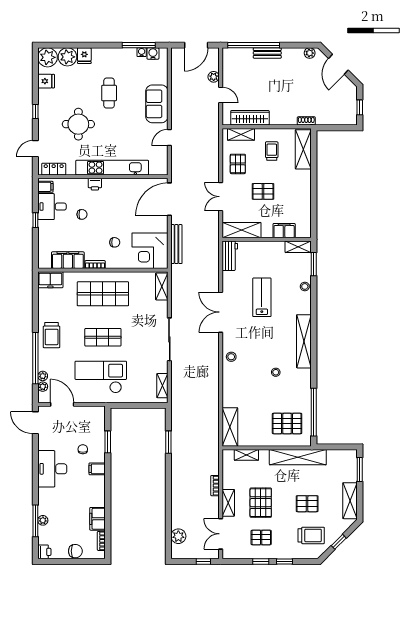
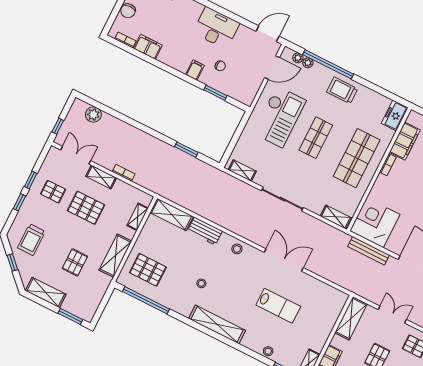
chair: (115, 242) -> (399, 194), removed
workbench: (230, 256) -> (205, 231), moved
pallet: (287, 423) -> (148, 270), turned 90
shelving: (298, 457) -> (115, 256), width x0.68
pallet: (307, 504) -> (75, 262), moved
pallet: (261, 537) -> (53, 192), turned 90

